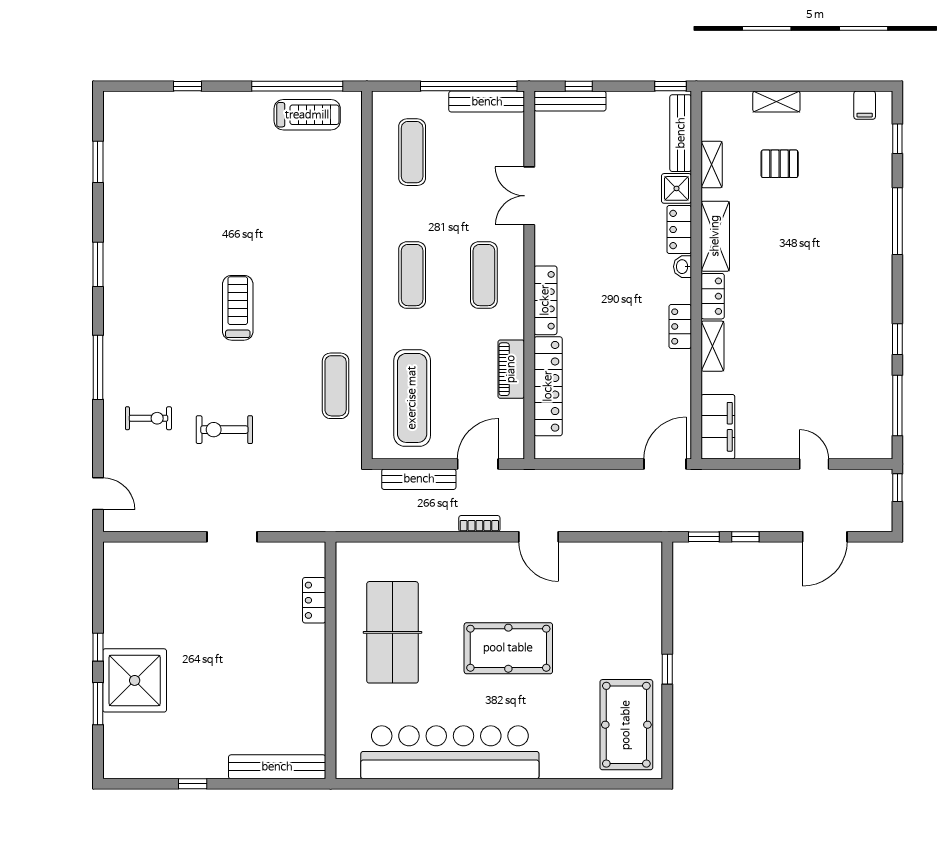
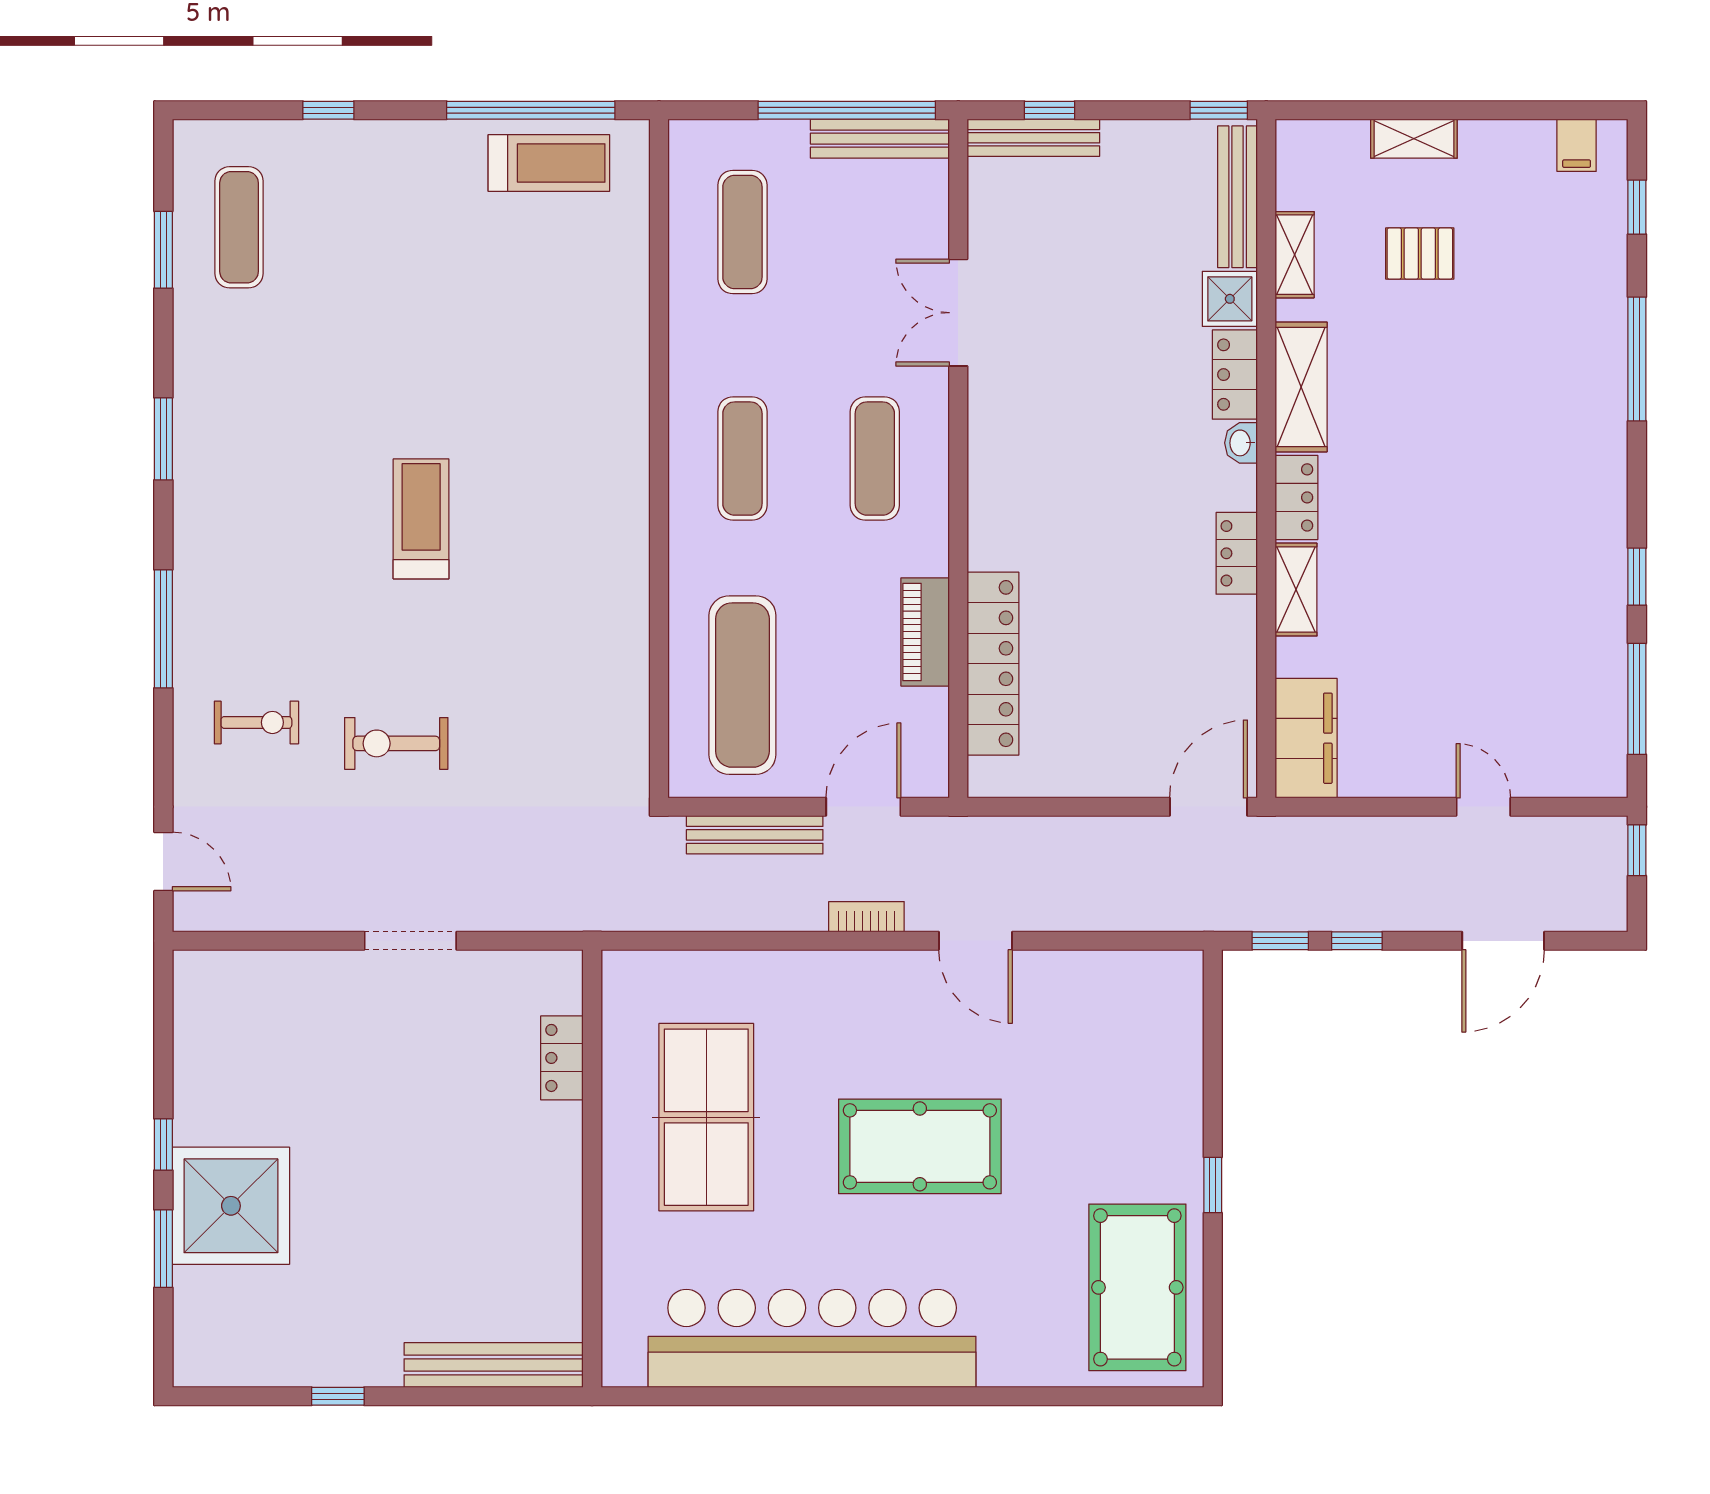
locker: (545, 300) -> (988, 505), removed
exercise mat: (336, 386) -> (239, 227), moved

